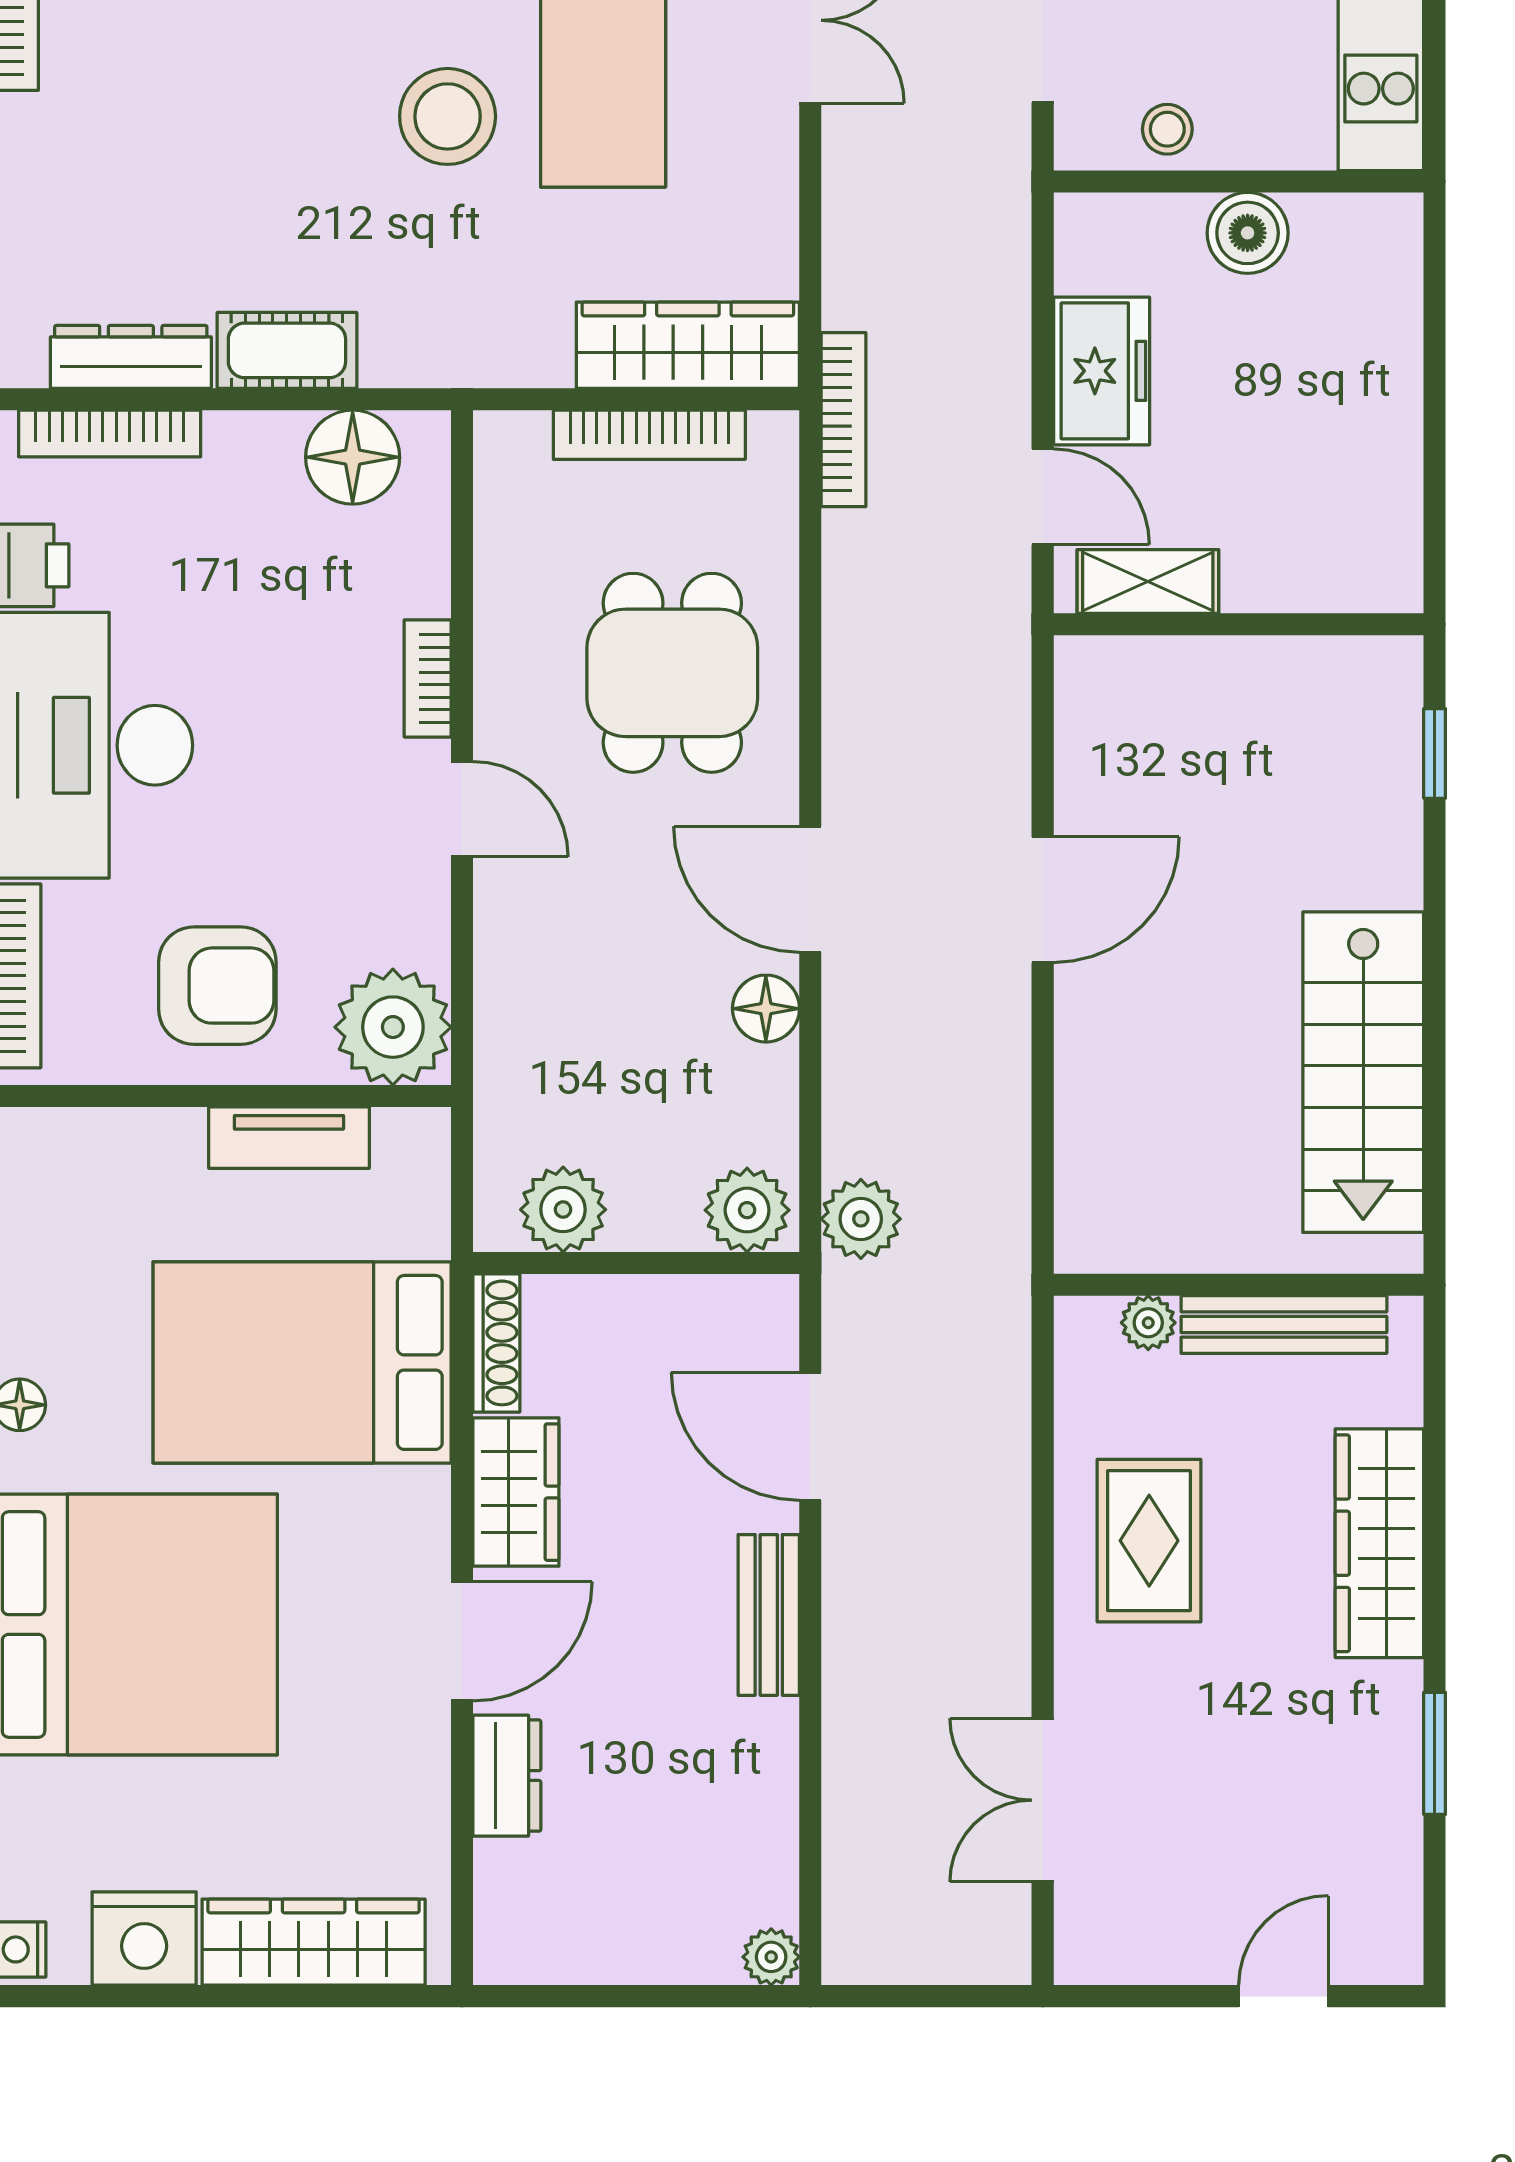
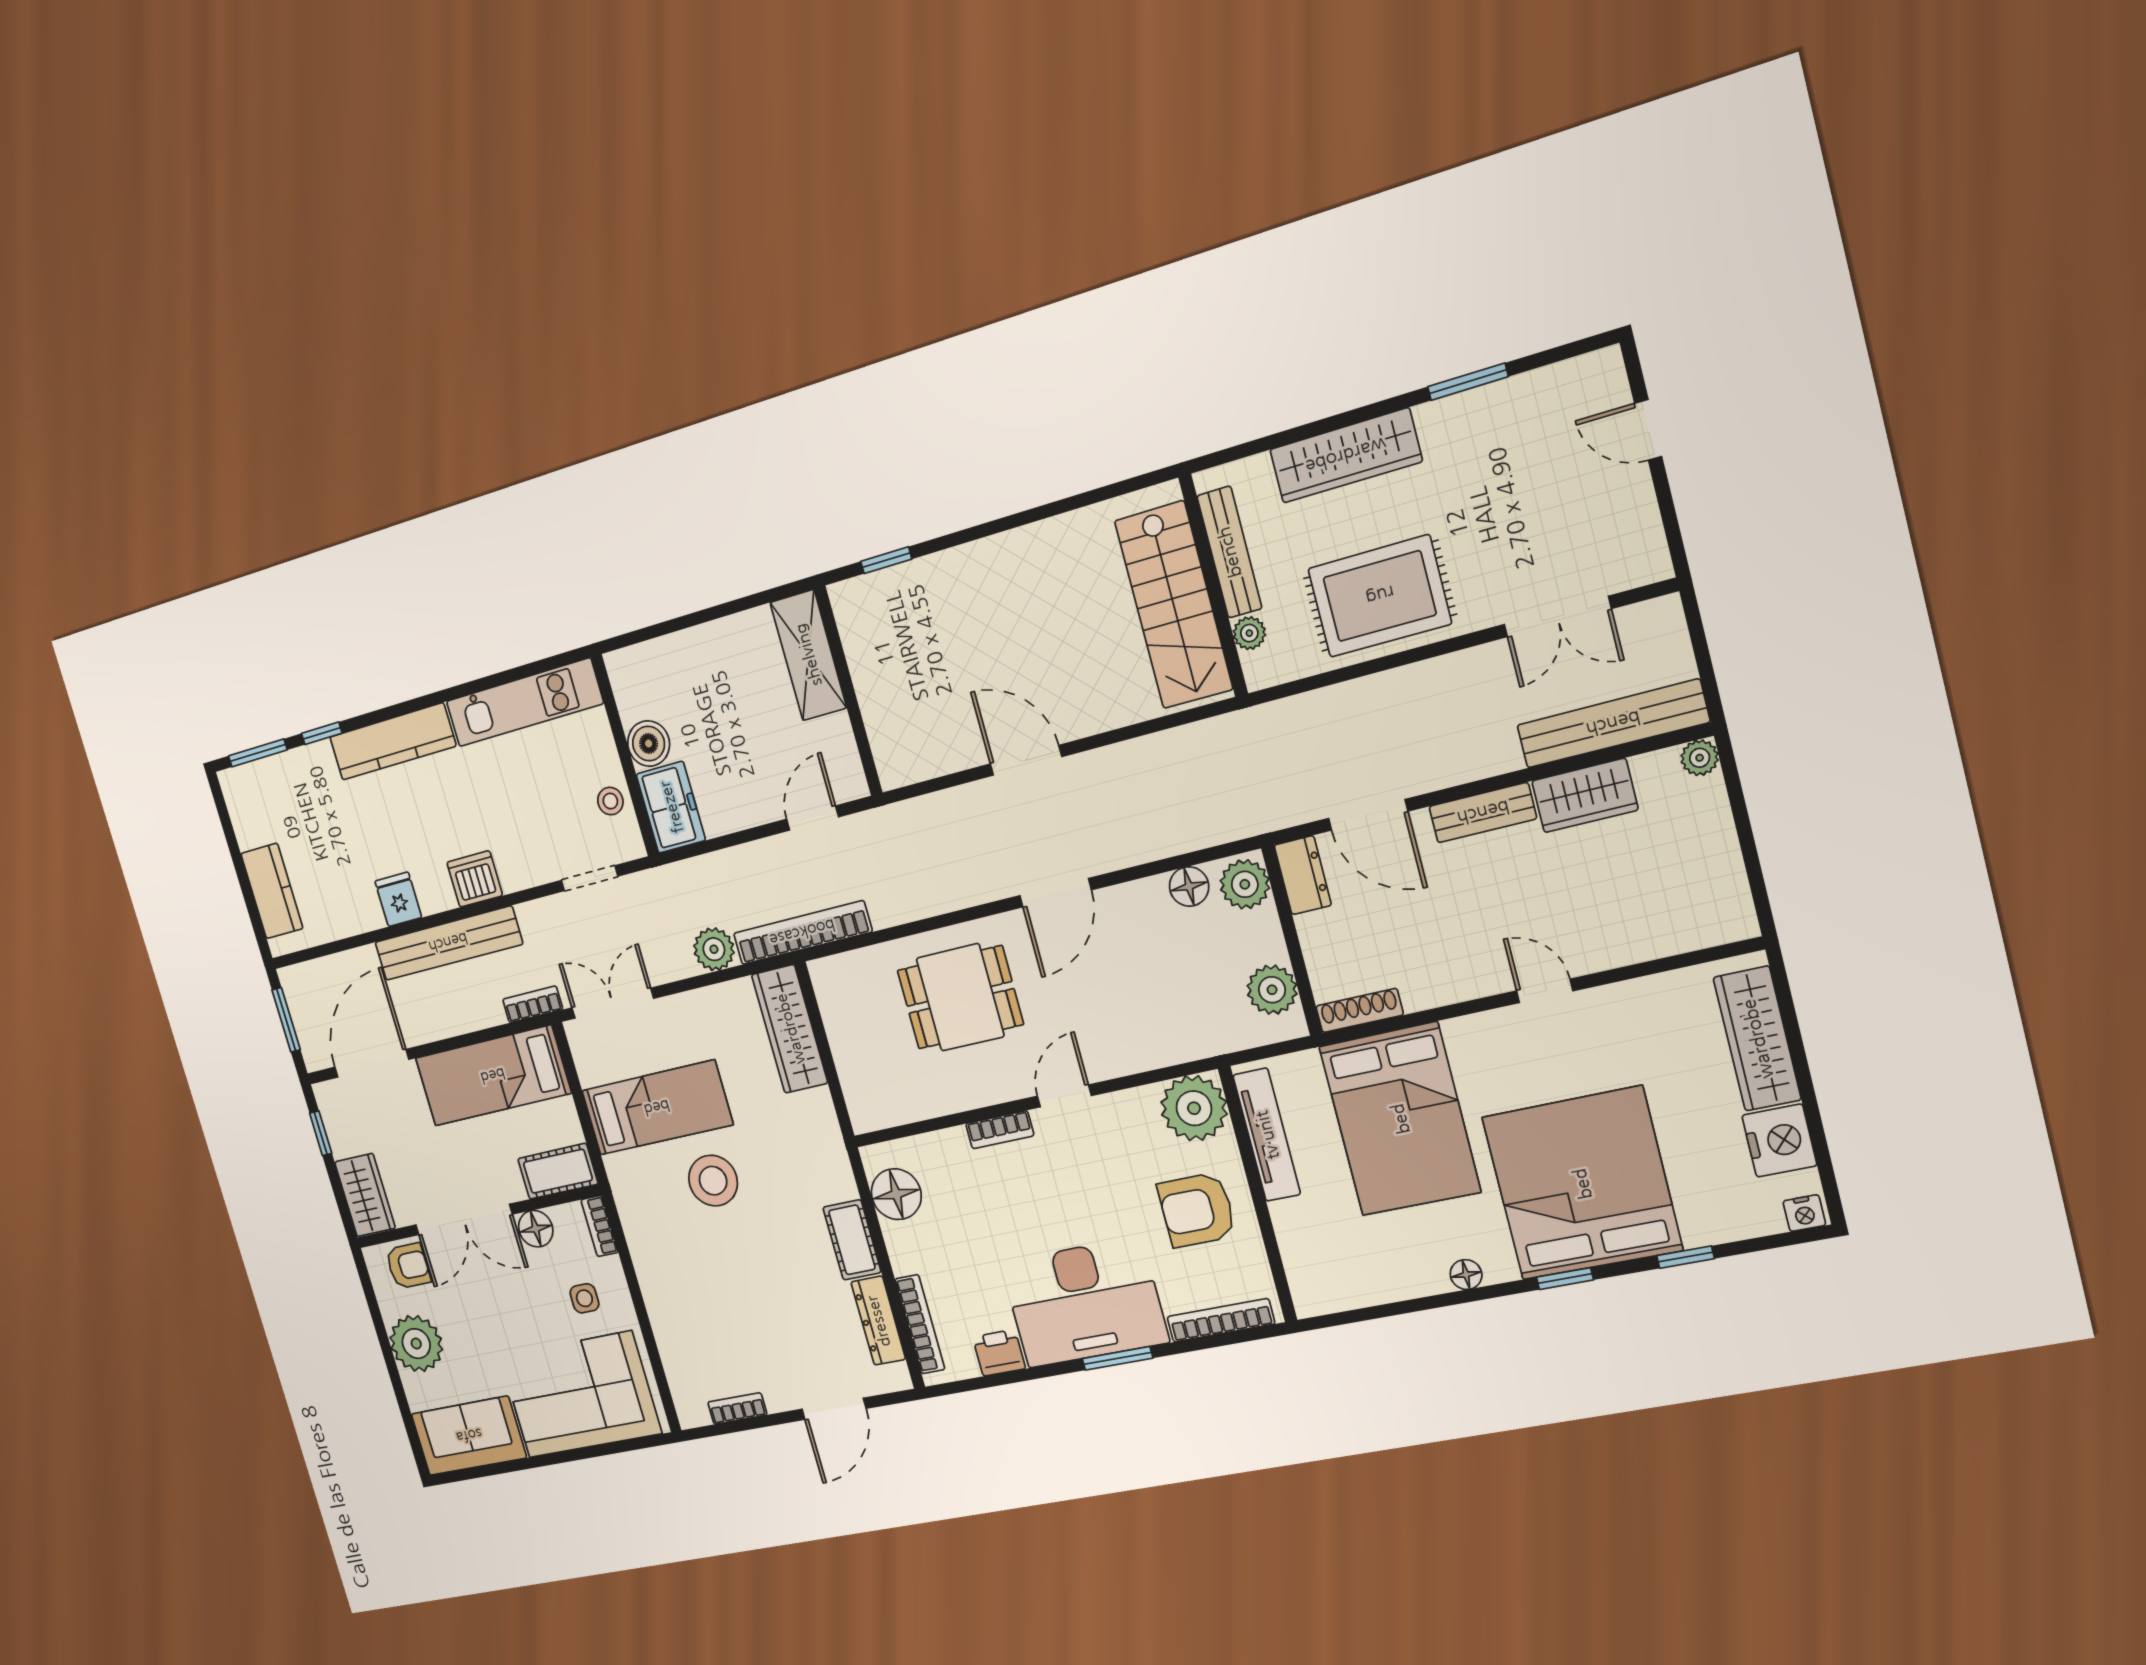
freezer: (1102, 371) -> (671, 807), moved, turned 90
bookcase: (844, 420) -> (802, 933), width x1.48, depth x1.31
bookcase: (649, 435) -> (841, 1039), removed
shelving: (1148, 582) -> (808, 655), moved, width x1.50, depth x1.33
armchair: (217, 986) -> (1197, 1210), turned -90
floor lamp: (766, 1009) -> (1189, 886), moved
stairs: (1363, 1072) -> (1174, 605), moved, turned 90
tv unit: (289, 1138) -> (1267, 1135), width x1.41
plant: (861, 1219) -> (714, 949), moved
door: (810, 1436) -> (1368, 815), hinge flipped
wardrobe: (516, 1492) -> (1585, 795), moved, turned 180
rug: (1149, 1541) -> (1380, 596), width x1.36, depth x1.43
door: (462, 1641) -> (1545, 991), width x0.73
dresser: (507, 1776) -> (1303, 875), moved, turned 90
bench: (857, 1843) -> (1613, 724), added

